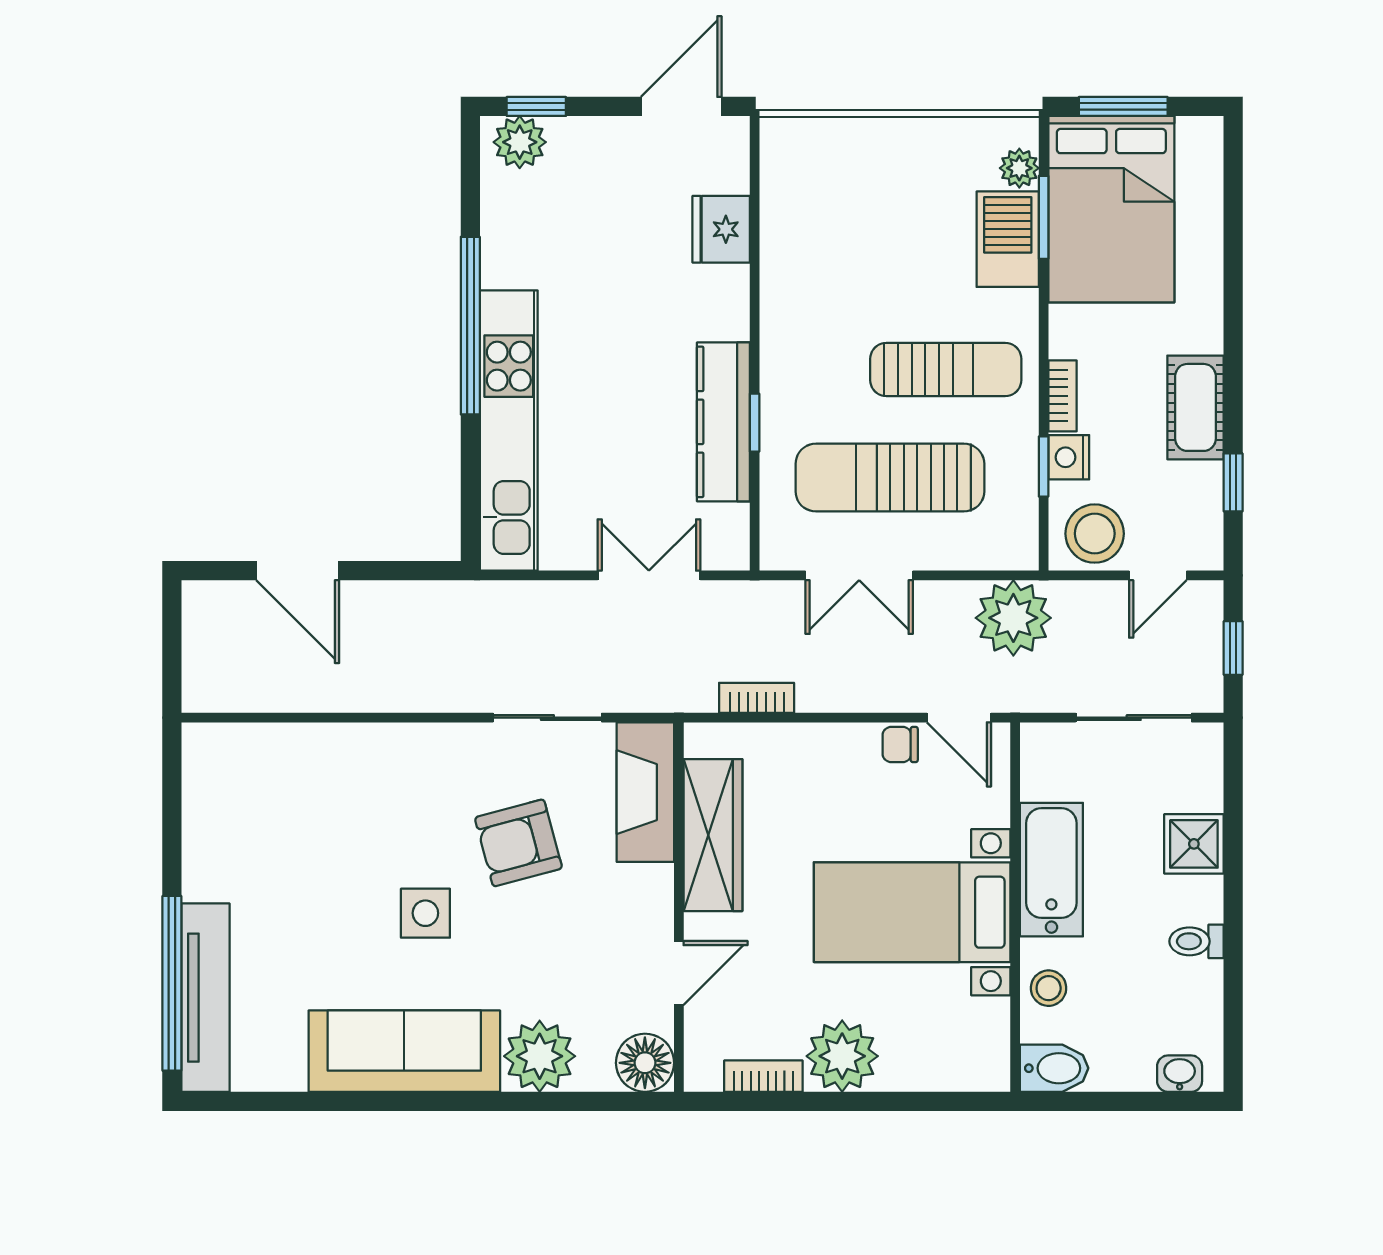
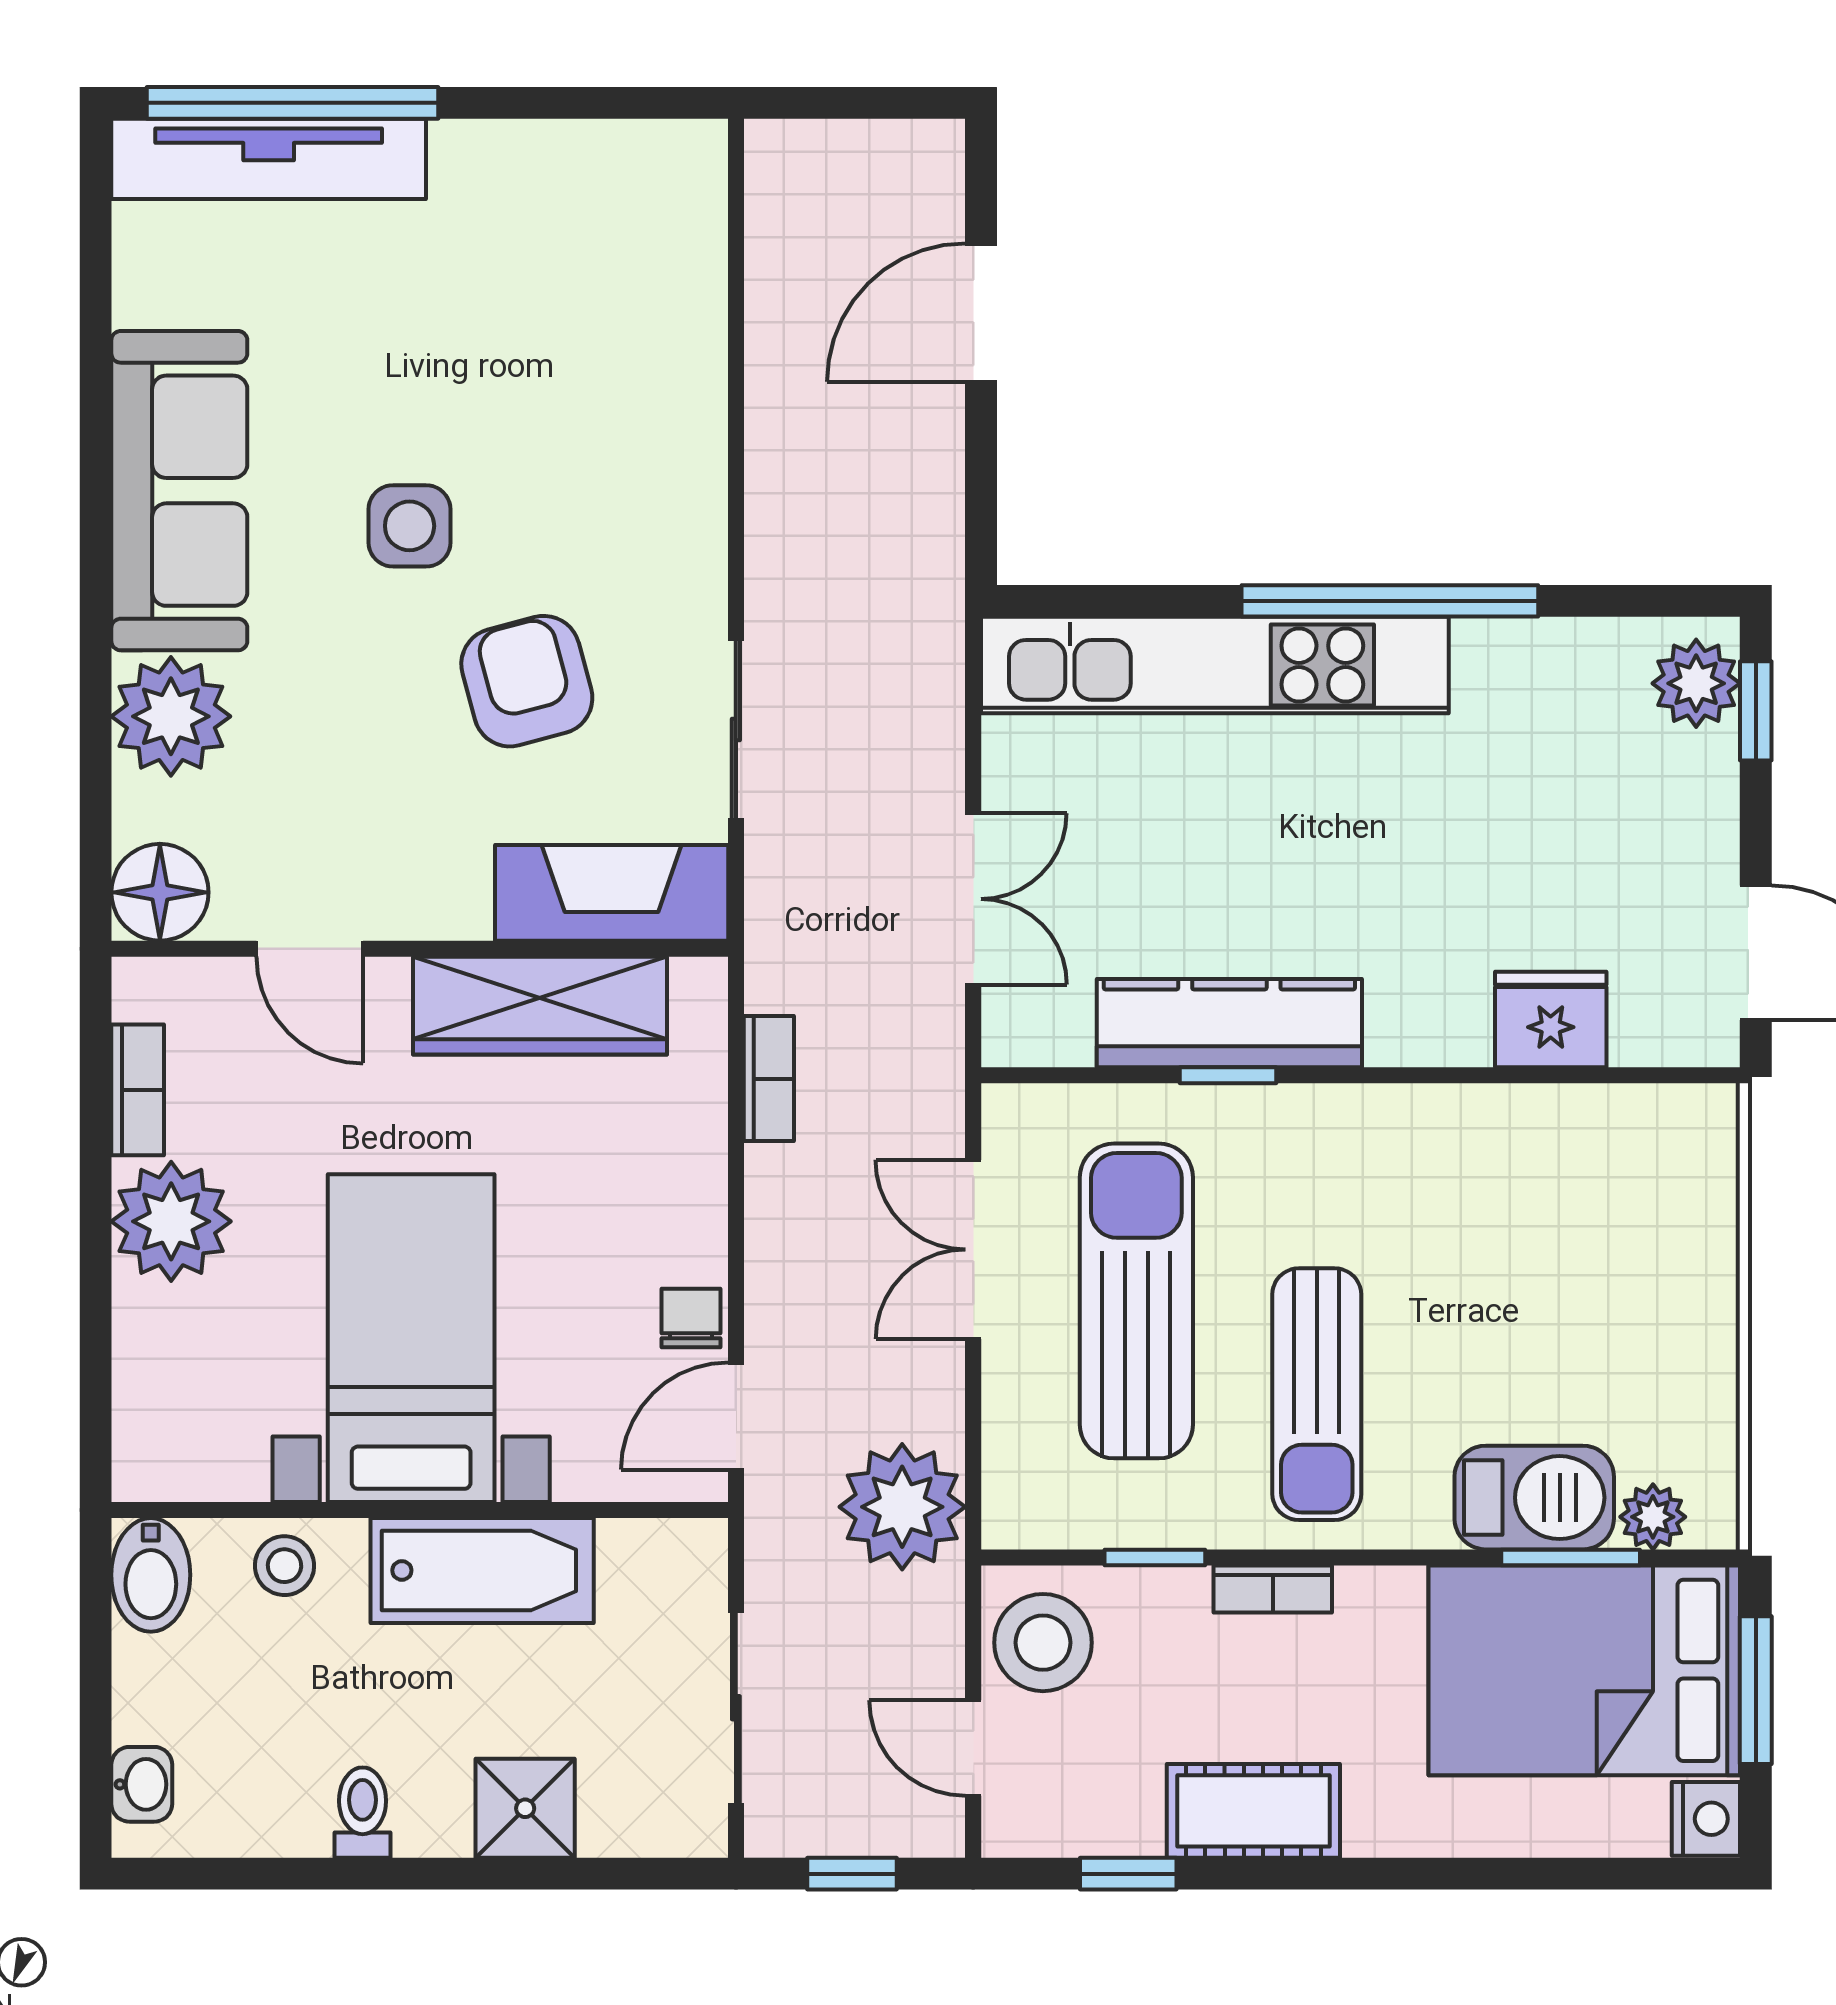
nightstand: (1069, 457) -> (1706, 1819), moved, turned 90

